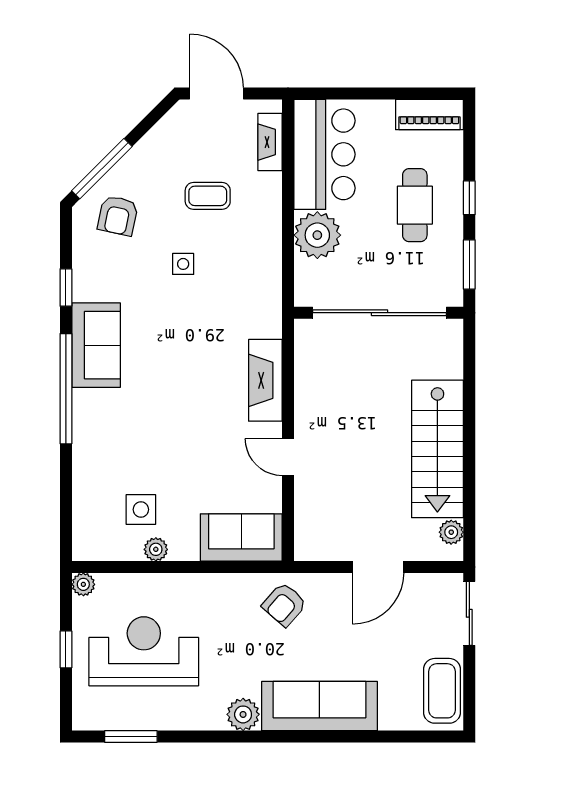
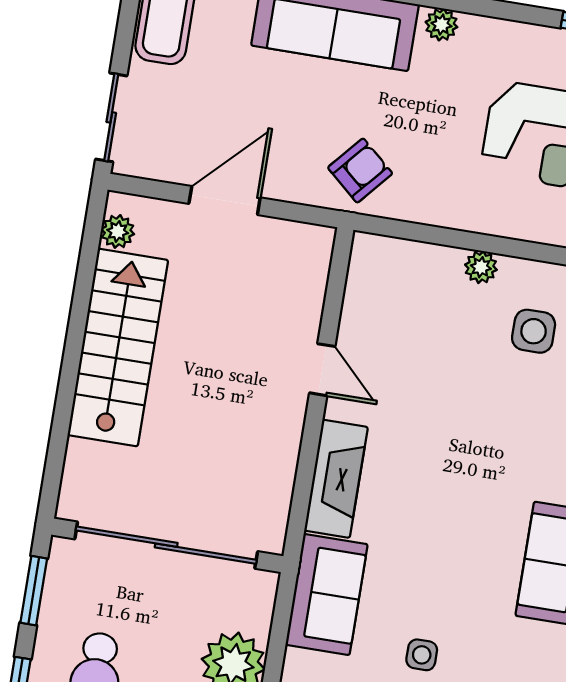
sofa: (241, 537) -> (327, 594), moved, turned -90
plant: (156, 549) -> (481, 267), moved
plant: (243, 714) -> (441, 25), width x0.73, depth x0.73

